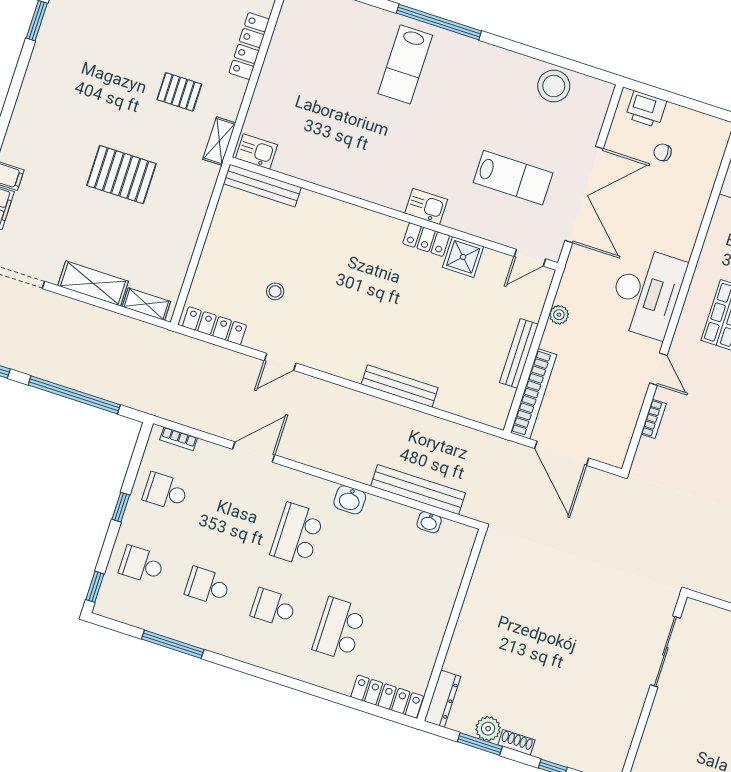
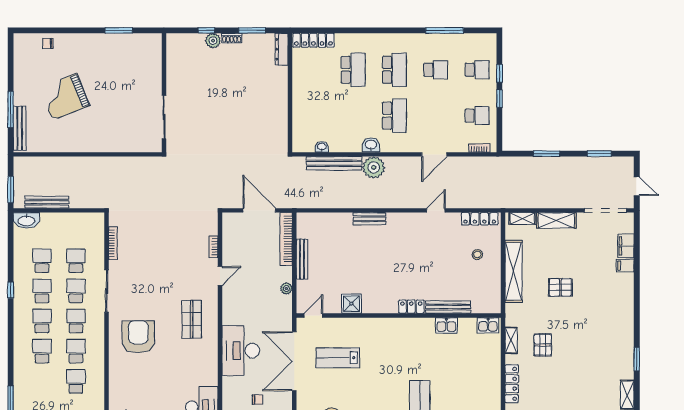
pallet: (179, 92) -> (543, 345), turned 90
shelving: (219, 141) -> (511, 340), moved
pallet: (122, 175) -> (560, 287), width x0.67, depth x0.71
bench: (262, 186) -> (448, 307), moved
kitchen sink: (426, 206) -> (446, 325), moved
shelving: (188, 224) -> (514, 271), added
locker: (426, 240) -> (411, 307), moved
stool: (275, 291) -> (477, 254), moved
desk: (647, 293) -> (241, 351), moved
door: (658, 369) -> (220, 276), swing flipped
bench: (400, 386) -> (369, 219), width x0.73
window: (74, 395) -> (547, 154), width x0.47
plant: (357, 463) -> (374, 167), added
window: (95, 587) -> (499, 73), moved
school desk: (273, 608) -> (394, 70), width x1.85
plant: (488, 729) -> (213, 41), moved

